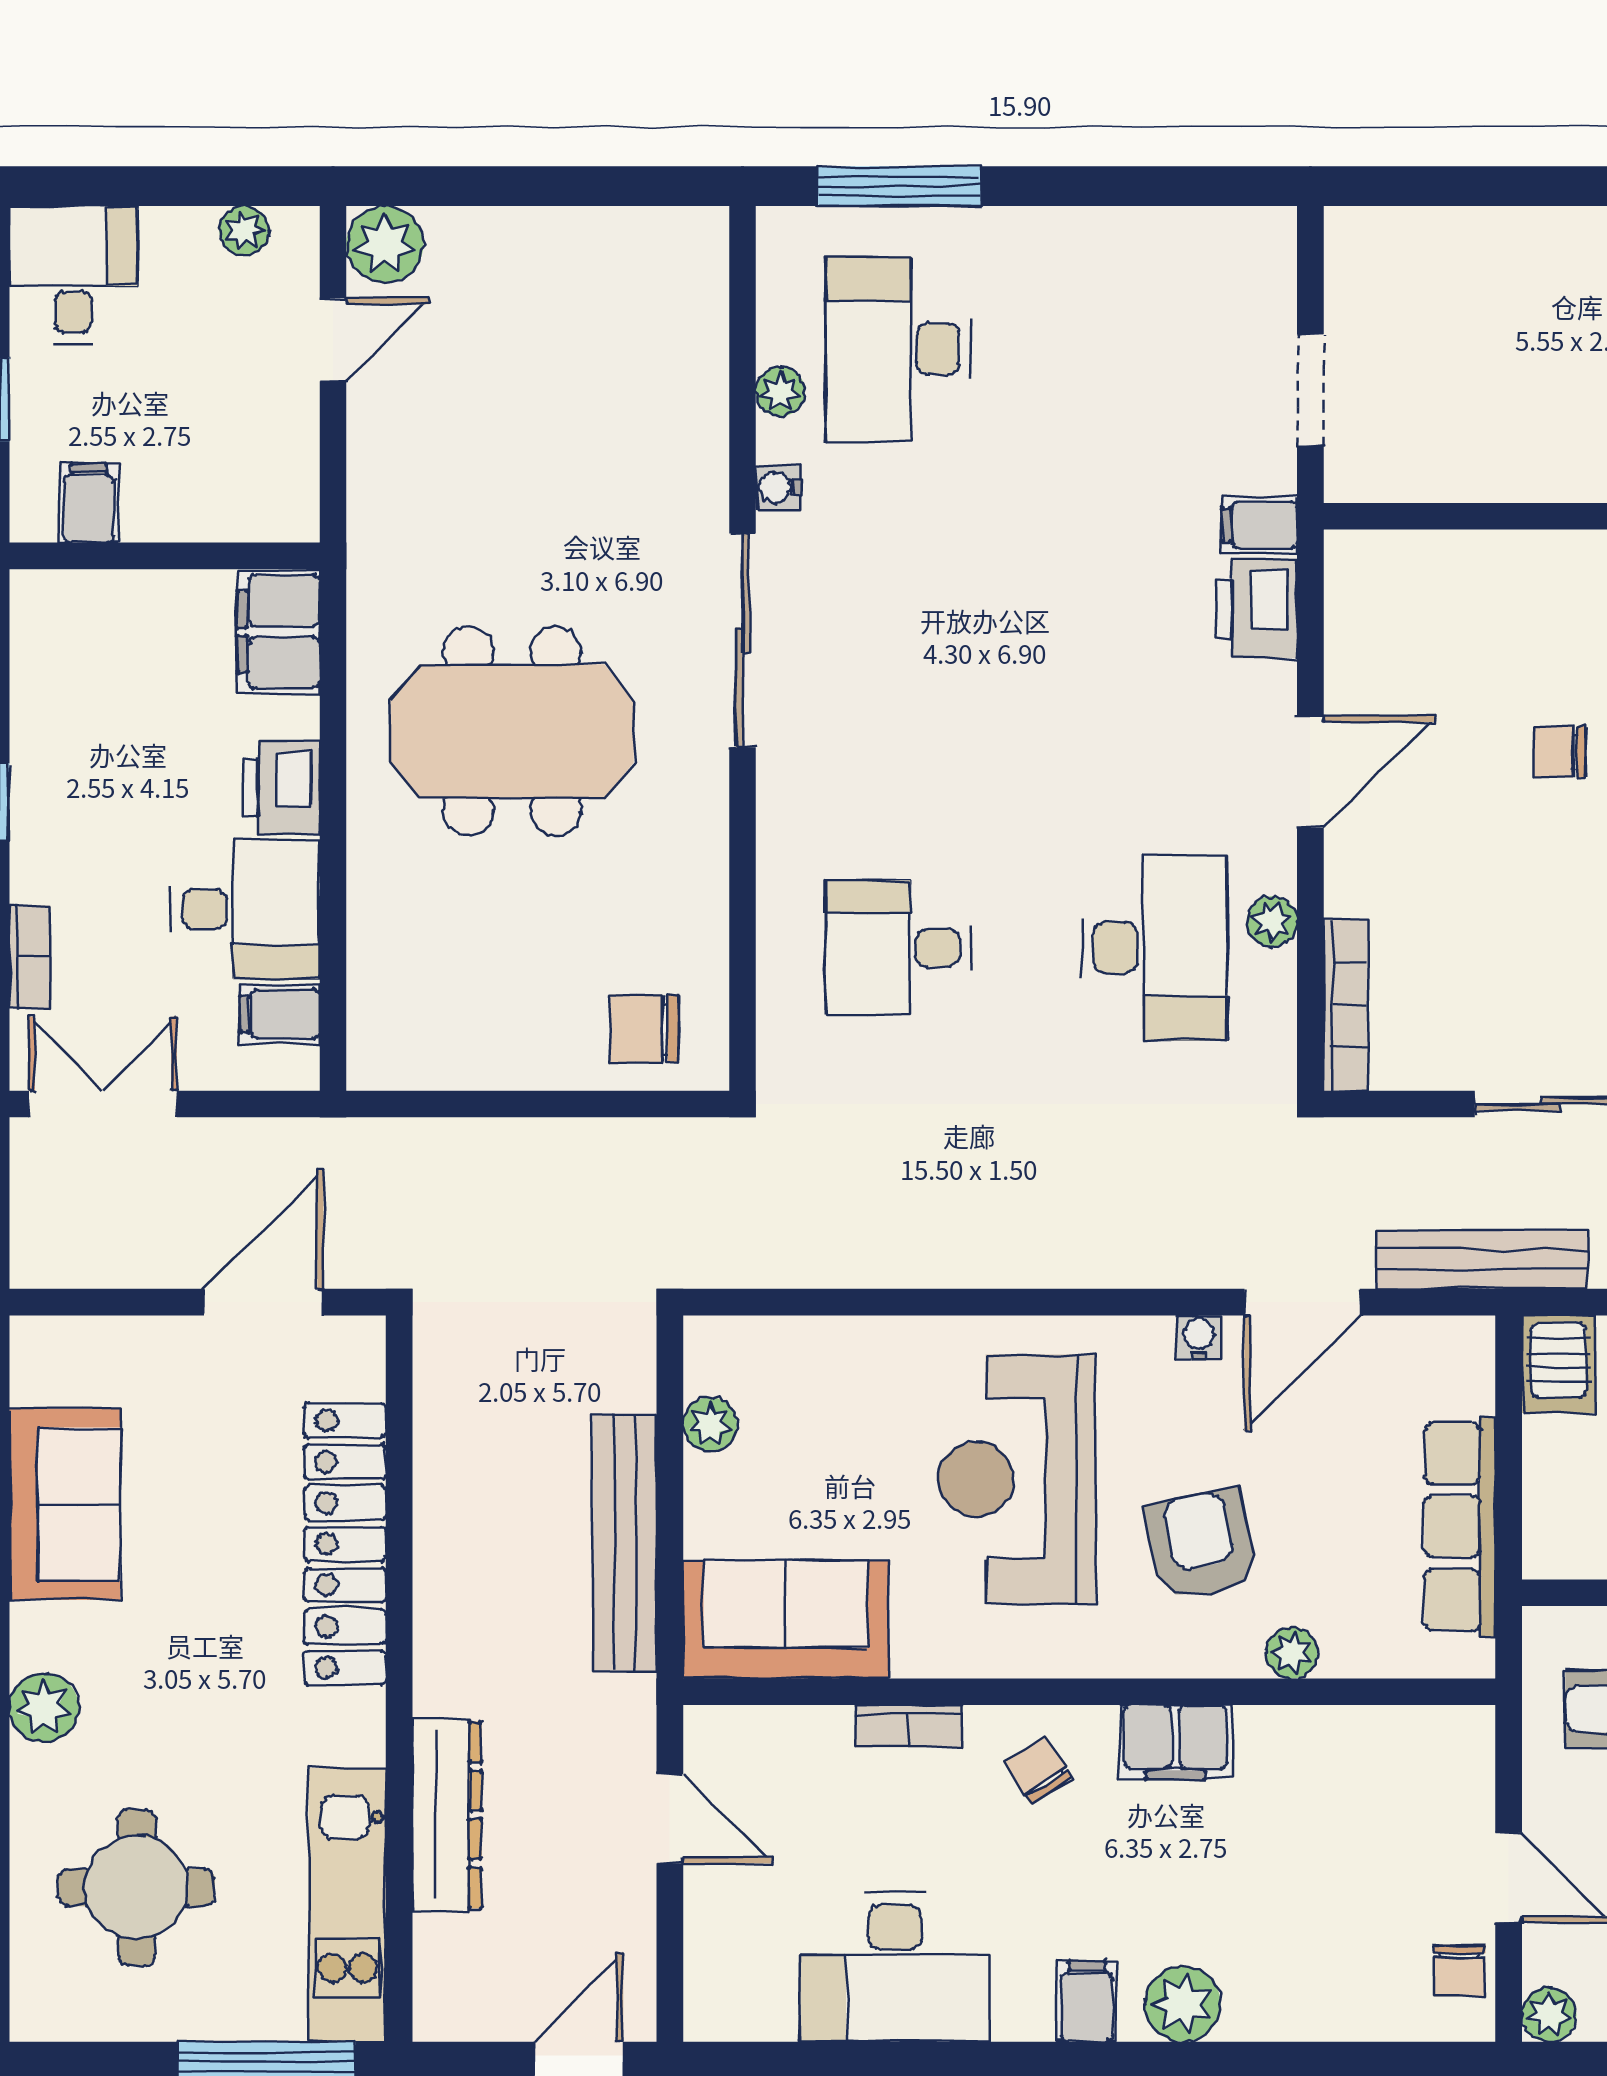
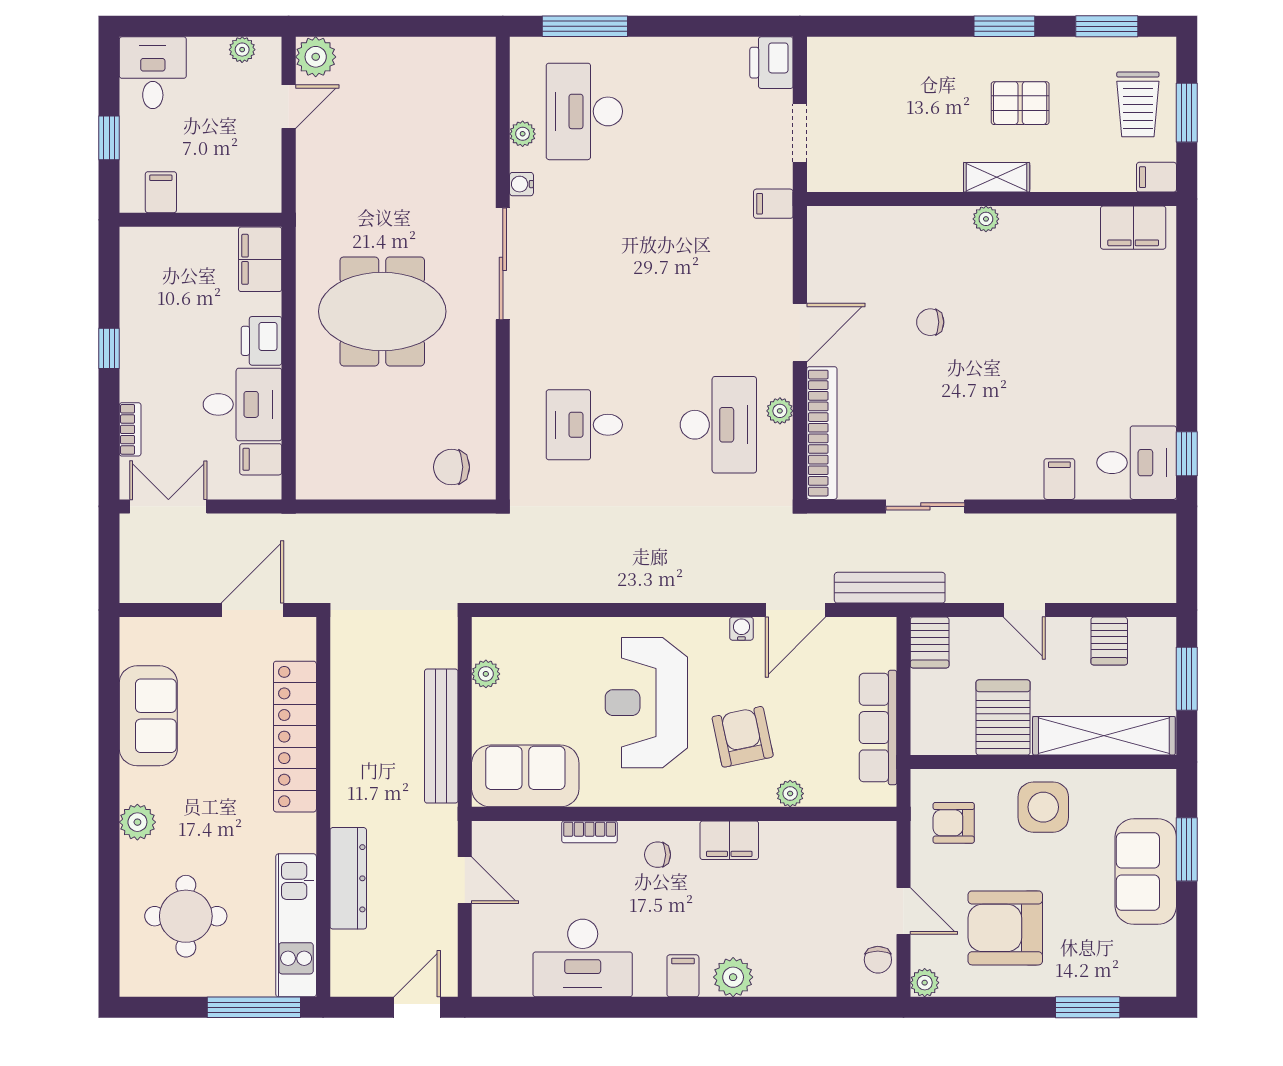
printer: (1256, 608) -> (771, 63), moved
bookcase: (1346, 1005) -> (822, 433), width x1.48, depth x1.31
chair: (1038, 1770) -> (658, 855), turned -58

